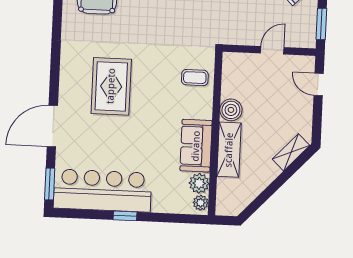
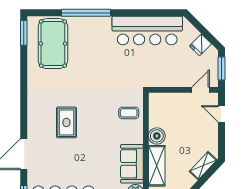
door: (272, 50) -> (201, 90), moved
rug: (111, 86) -> (66, 122), width x0.73, depth x0.70

